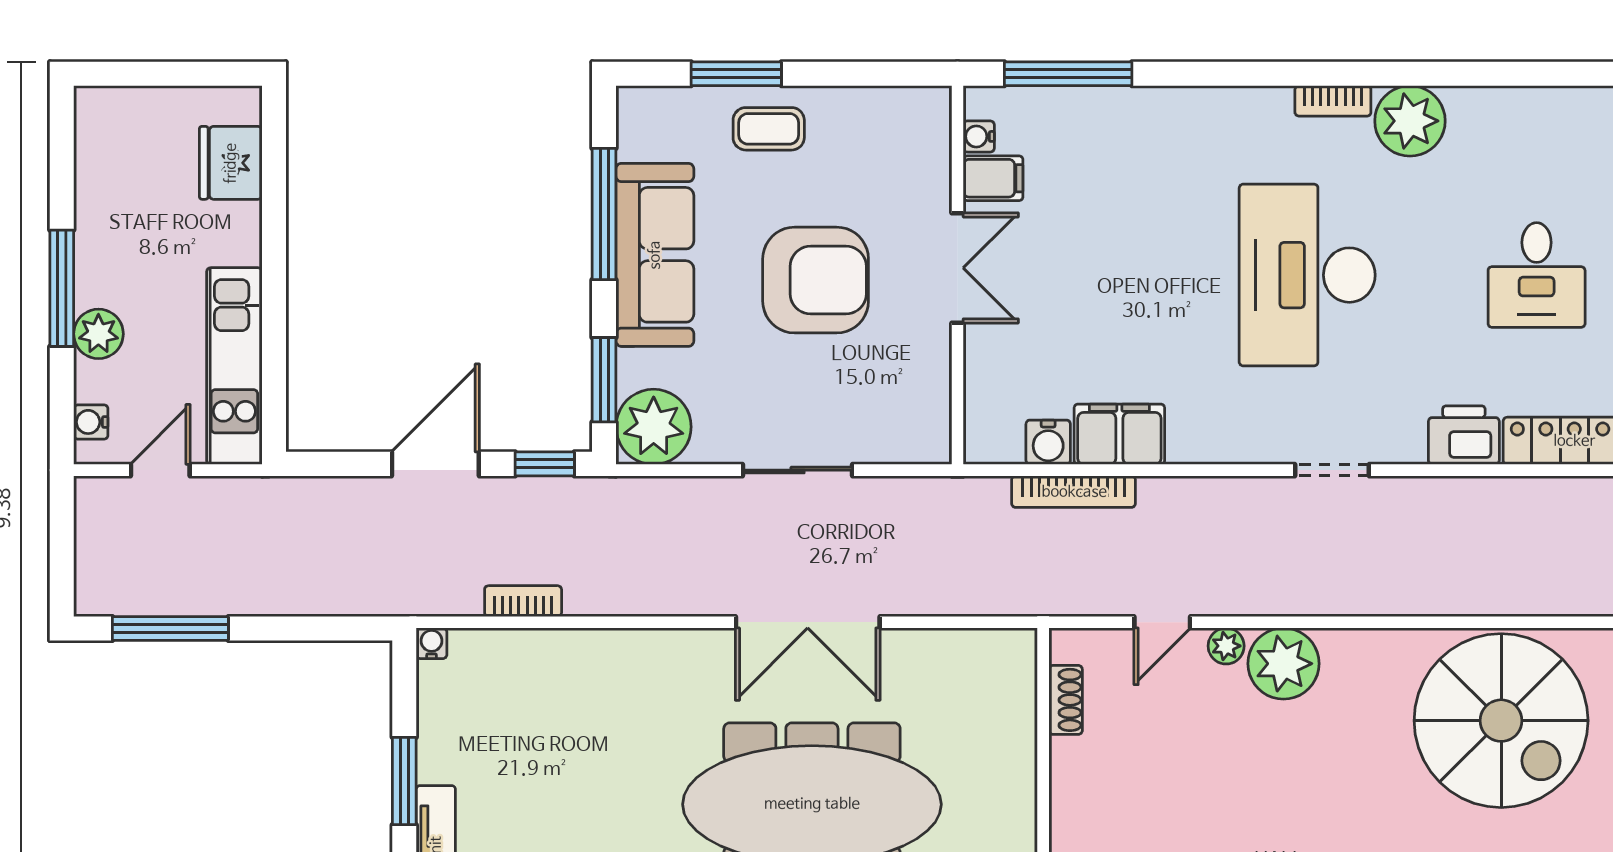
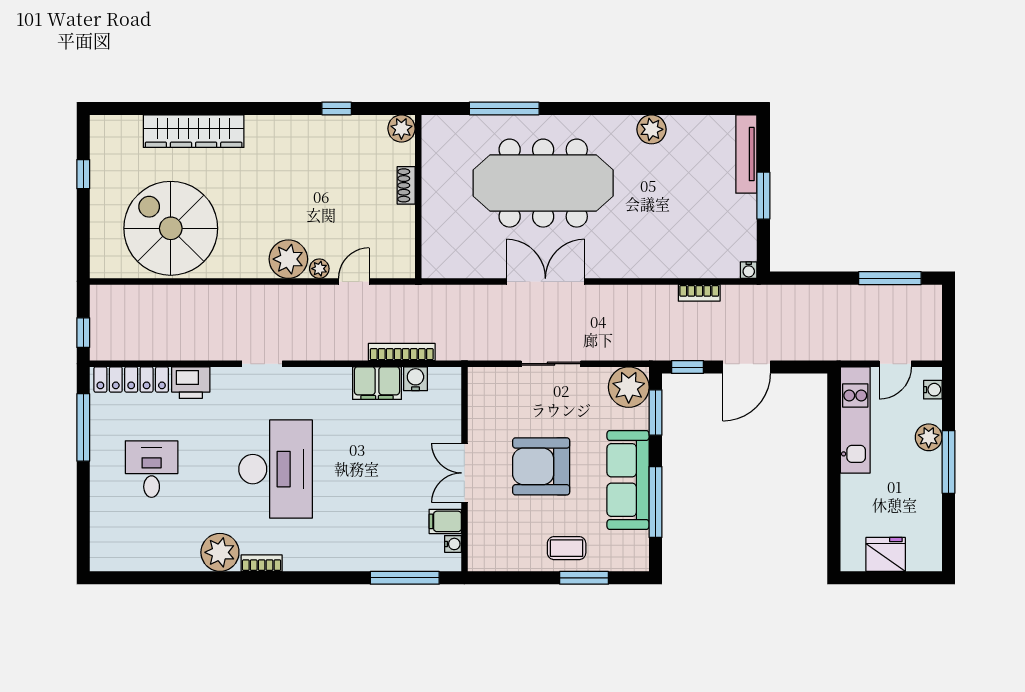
fridge: (231, 163) -> (886, 554), moved, turned -90
shoe rack: (1066, 700) -> (406, 185), moved

